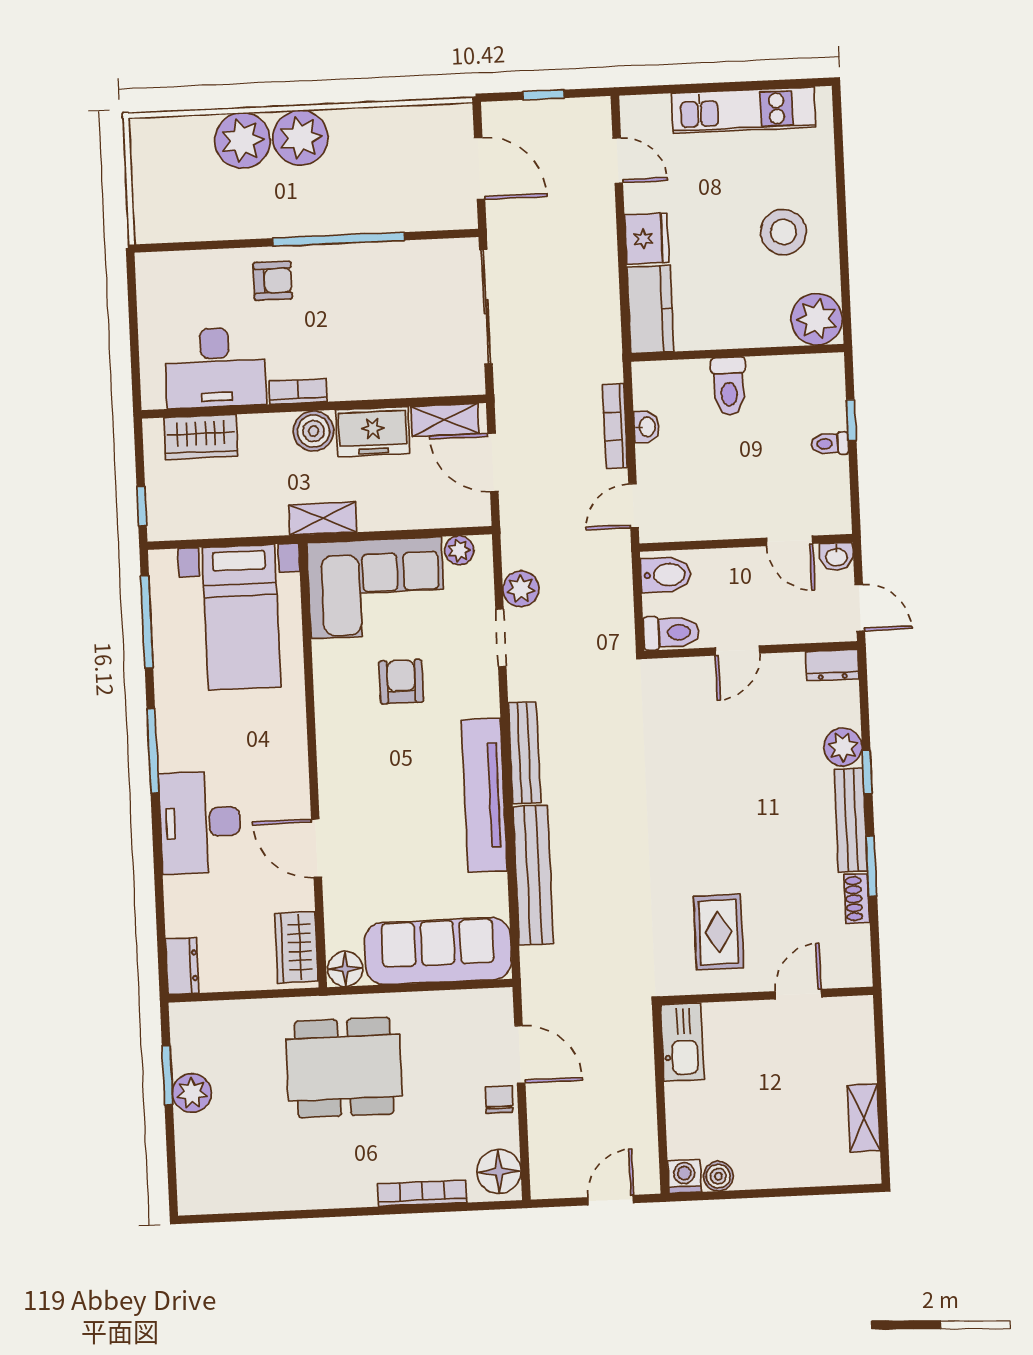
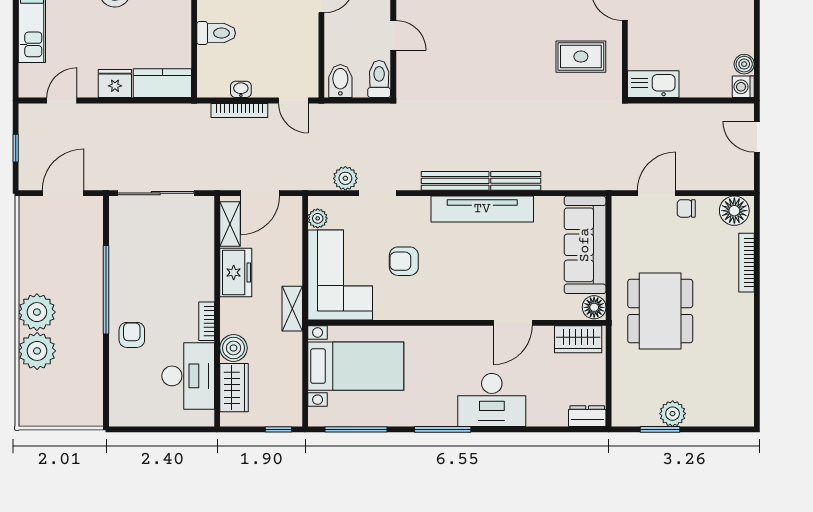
boiler: (313, 431) -> (234, 348), moved
bench: (533, 875) -> (516, 181), width x0.54, depth x0.82

